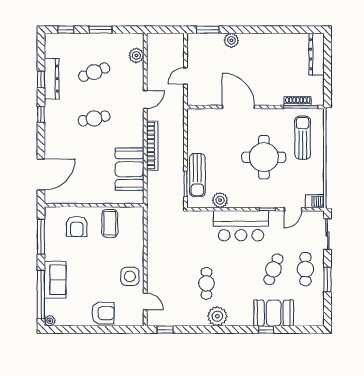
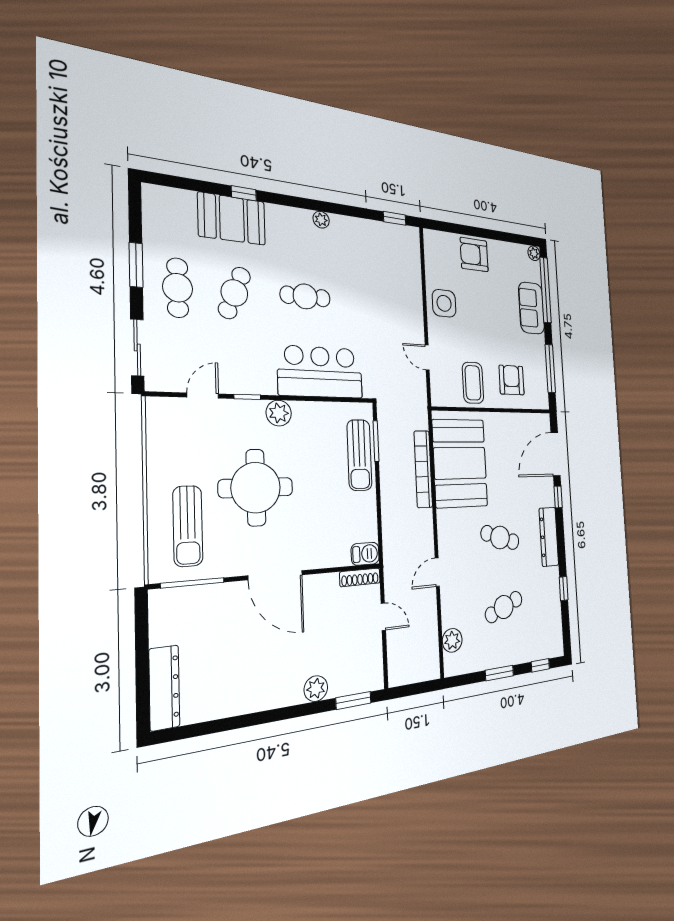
door: (186, 76) -> (383, 617), hinge flipped
dresser: (52, 79) -> (549, 537), moved
shoe rack: (298, 101) -> (360, 577), moved
door: (238, 107) -> (275, 575), moved
window: (41, 114) -> (558, 497), moved
cafe table: (94, 118) -> (500, 537), turned 30
bookcase: (152, 146) -> (423, 469), moved
booth: (130, 169) -> (460, 463), width x1.36, depth x1.42
sun lounger: (197, 175) -> (359, 455), turned 180
plant: (220, 200) -> (279, 413), moved
barbecue: (315, 201) -> (365, 554), moved, turned 180
bar counter: (241, 226) -> (320, 372), moved
cafe table: (206, 283) -> (305, 296), moved, turned 90
door: (145, 301) -> (427, 357), moved
plant: (217, 316) -> (321, 220), width x0.53, depth x0.53

